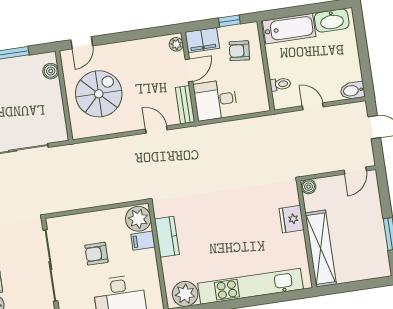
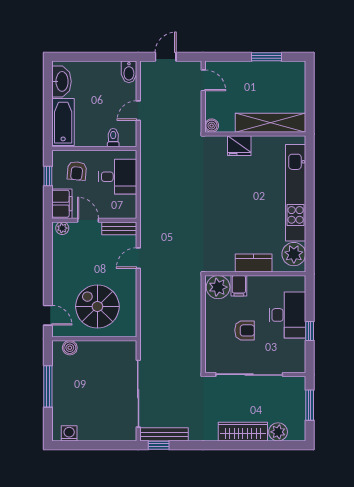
desk: (216, 100) -> (118, 177), moved, turned -90
kitchen counter: (167, 237) -> (254, 263), moved
armchair: (96, 254) -> (245, 330), turned -90

